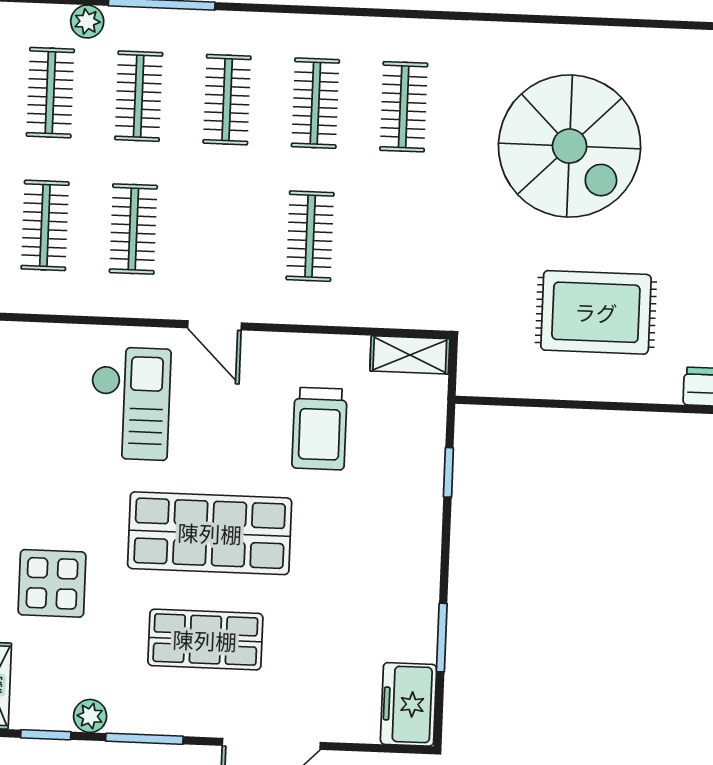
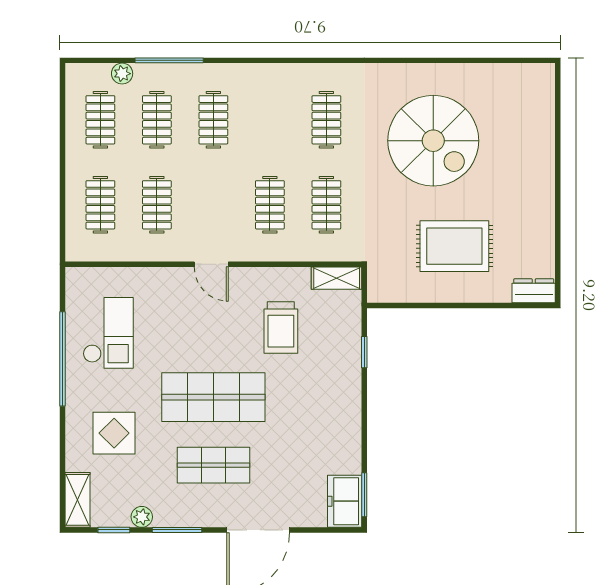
clothes rail: (315, 103) -> (326, 205), moved
checkout: (130, 403) -> (108, 333), moved
window: (442, 638) -> (364, 495), moved

